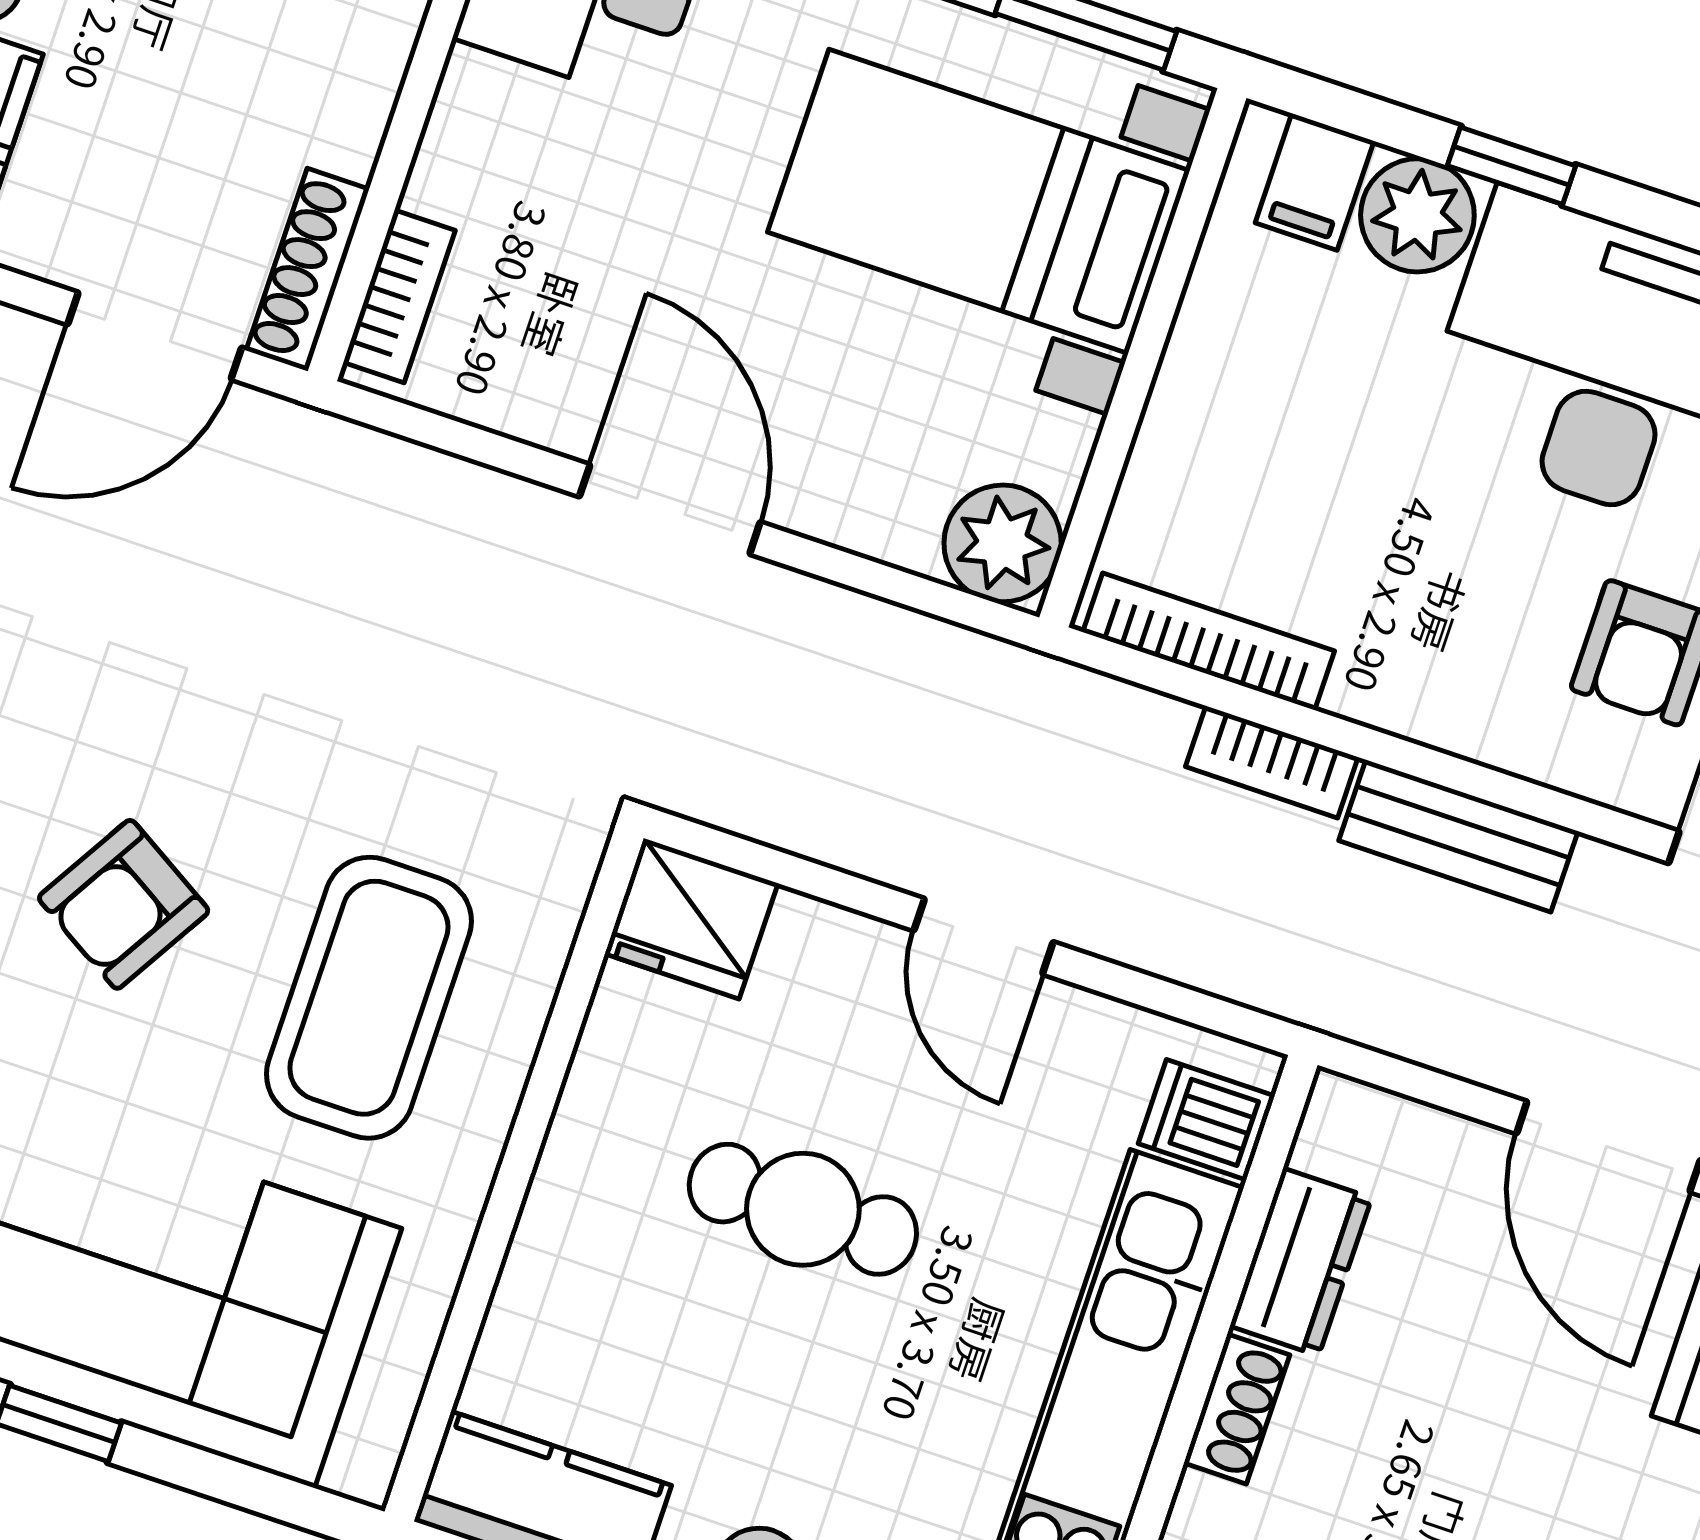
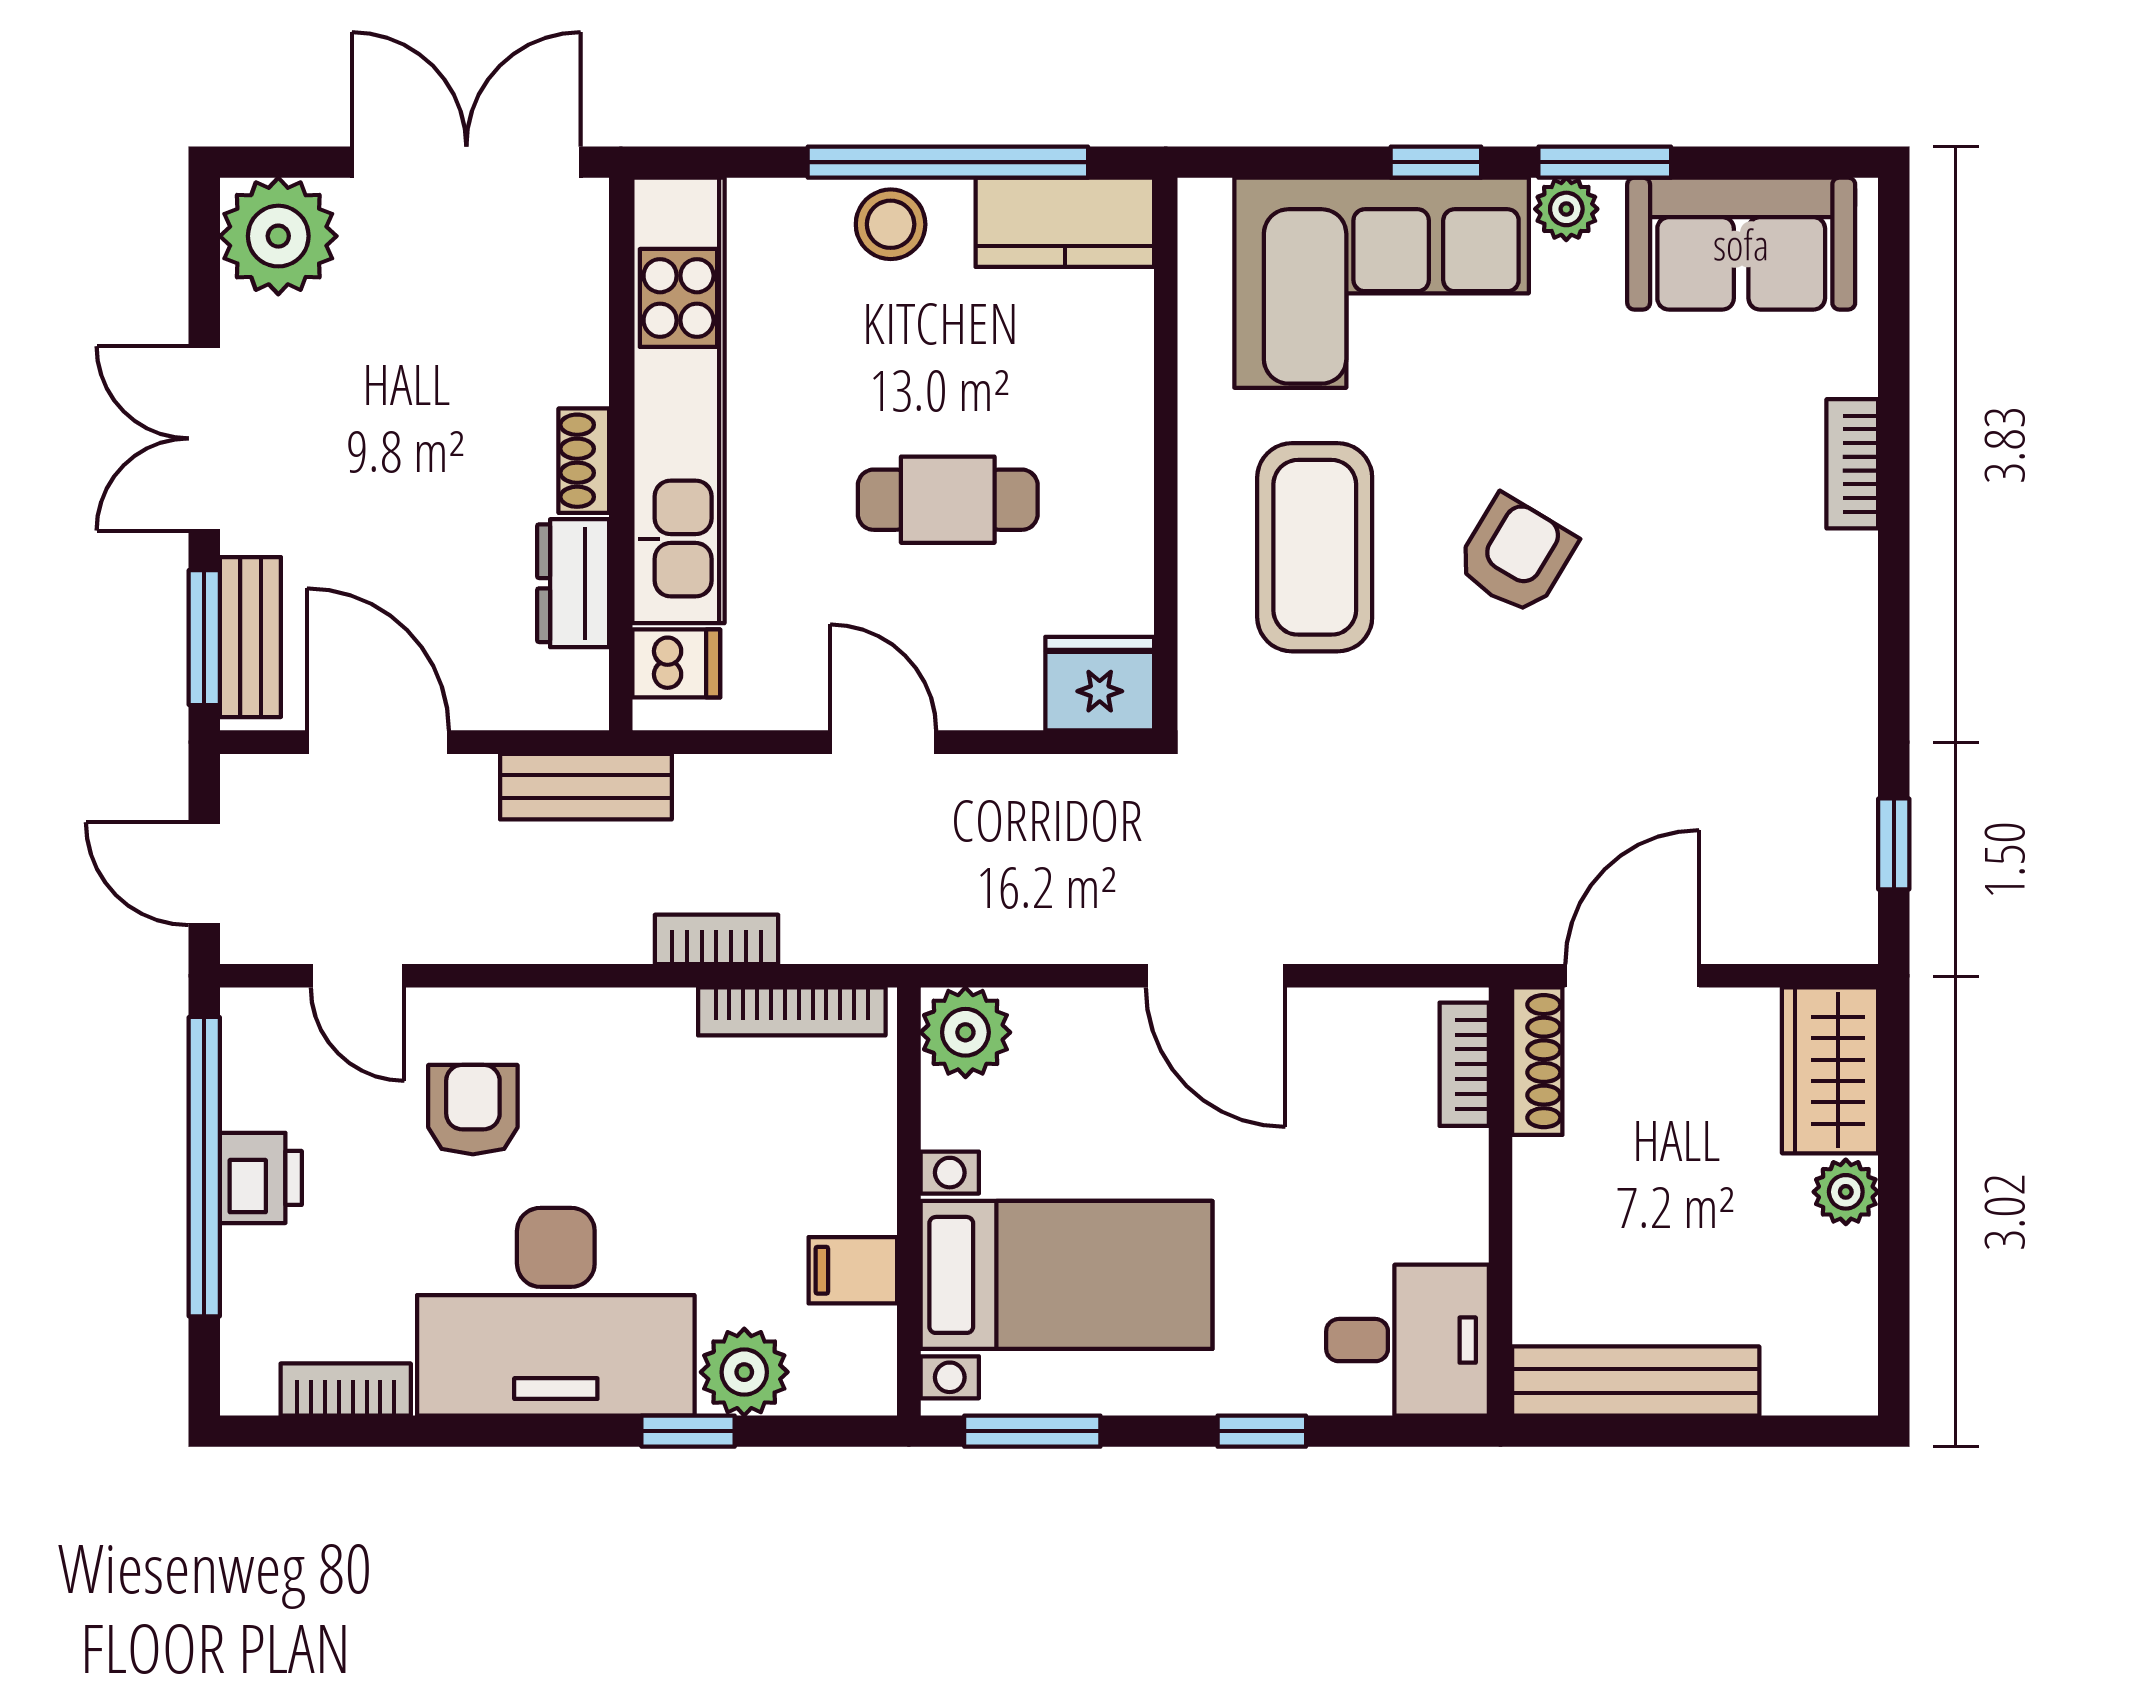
filing cabinet: (1315, 182) -> (853, 1270), moved, turned -90
bench: (1458, 836) -> (586, 787), moved

